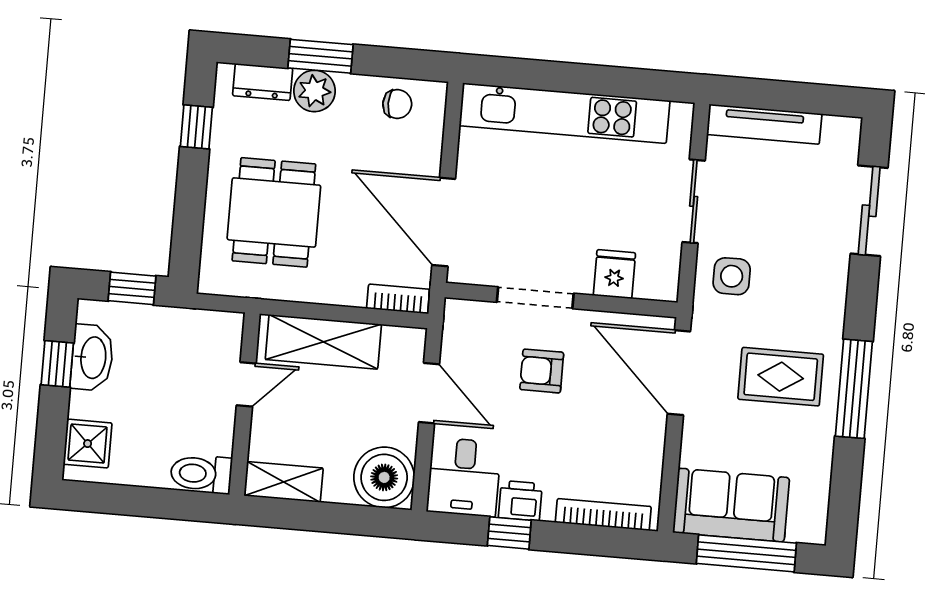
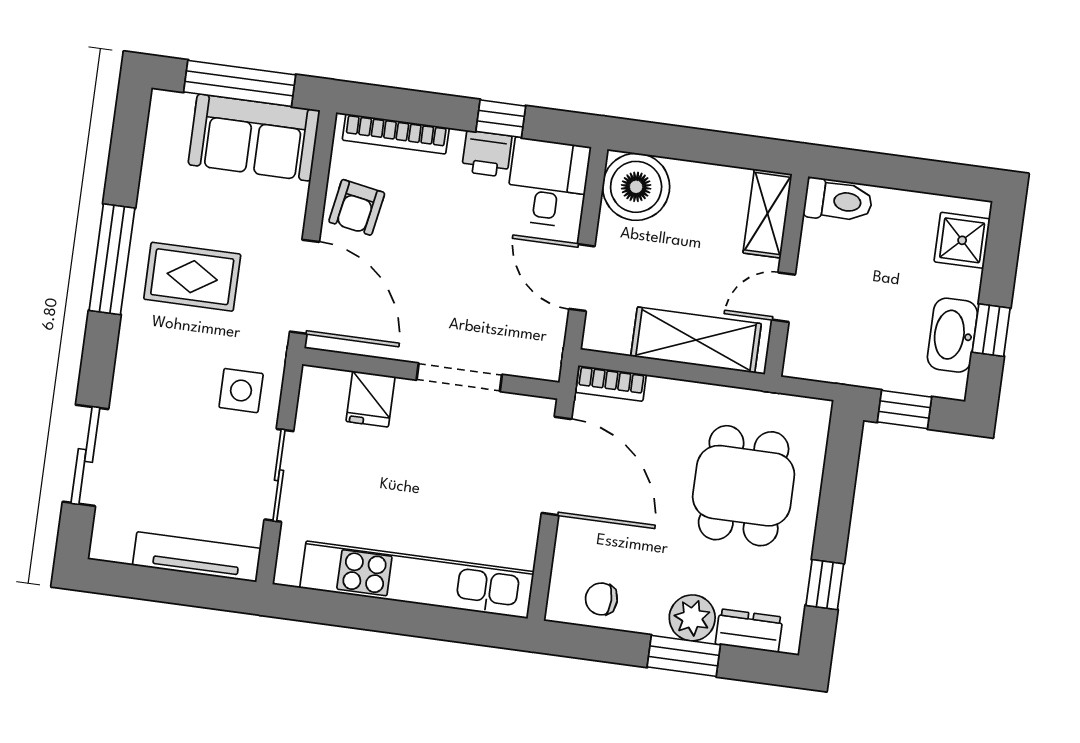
armchair: (542, 371) -> (357, 207), moved, turned 100
shelving: (284, 482) -> (768, 214), moved, turned 90

